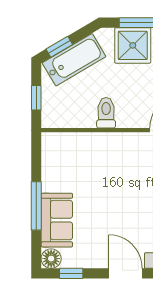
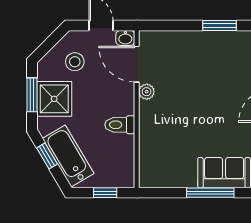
window: (59, 47) -> (47, 156), moved
plant: (140, 140) -> (147, 92), added

